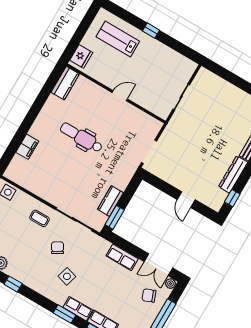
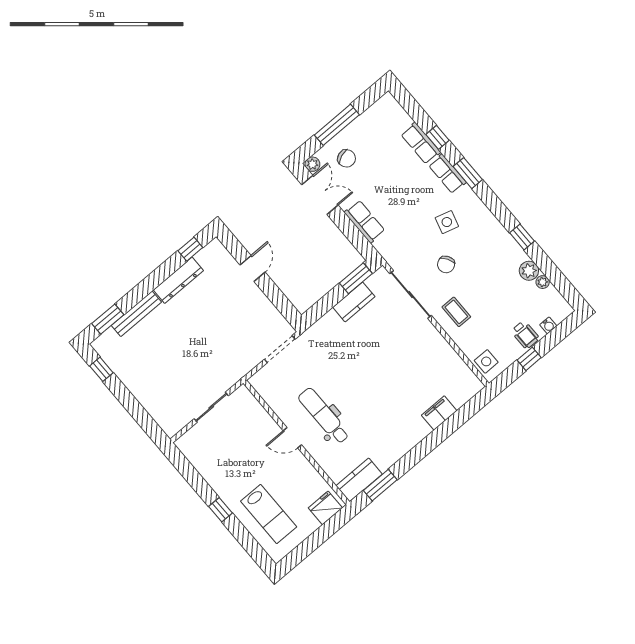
window: (50, 85) -> (380, 485), added
dental chair: (81, 137) -> (324, 416), moved, turned 180

